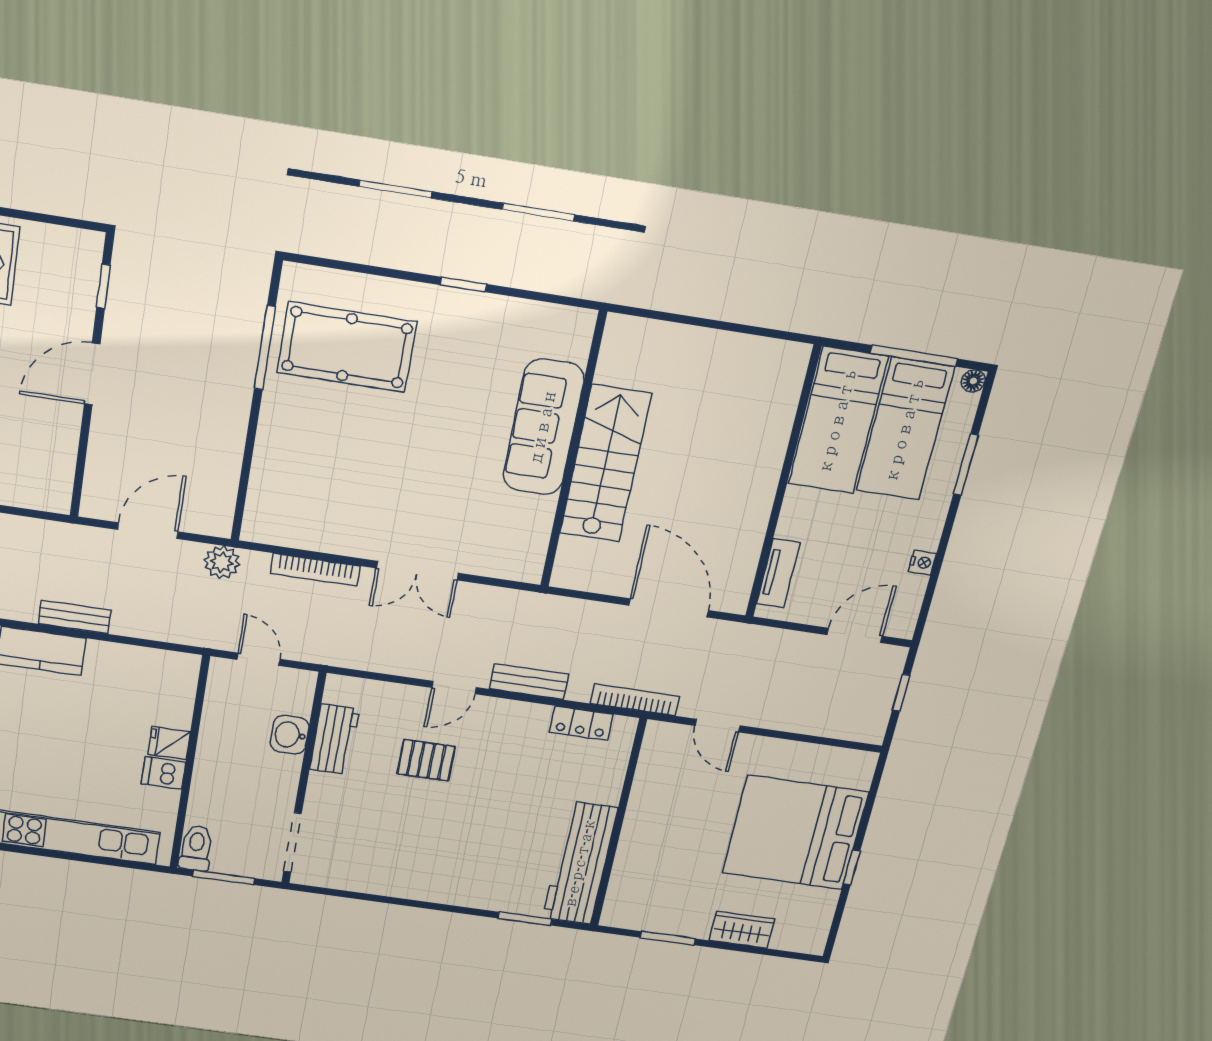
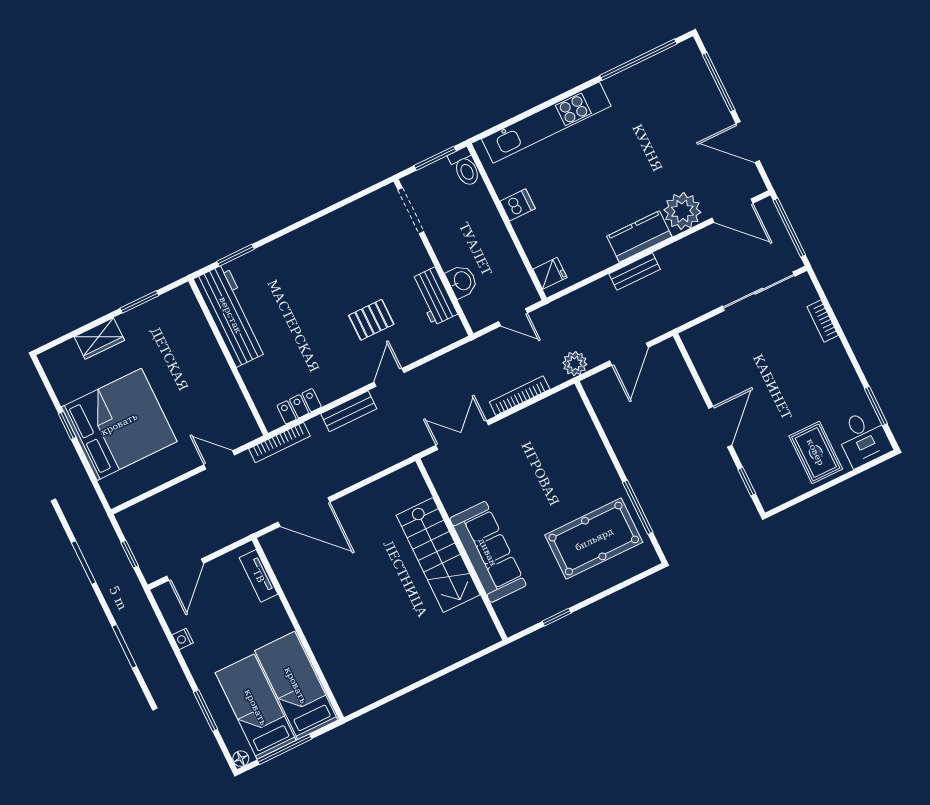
sofa: (543, 427) -> (488, 552), moved
wall: (573, 452) -> (461, 549), moved
stairs: (605, 464) -> (438, 555), moved
fridge: (169, 743) -> (550, 273), moved

